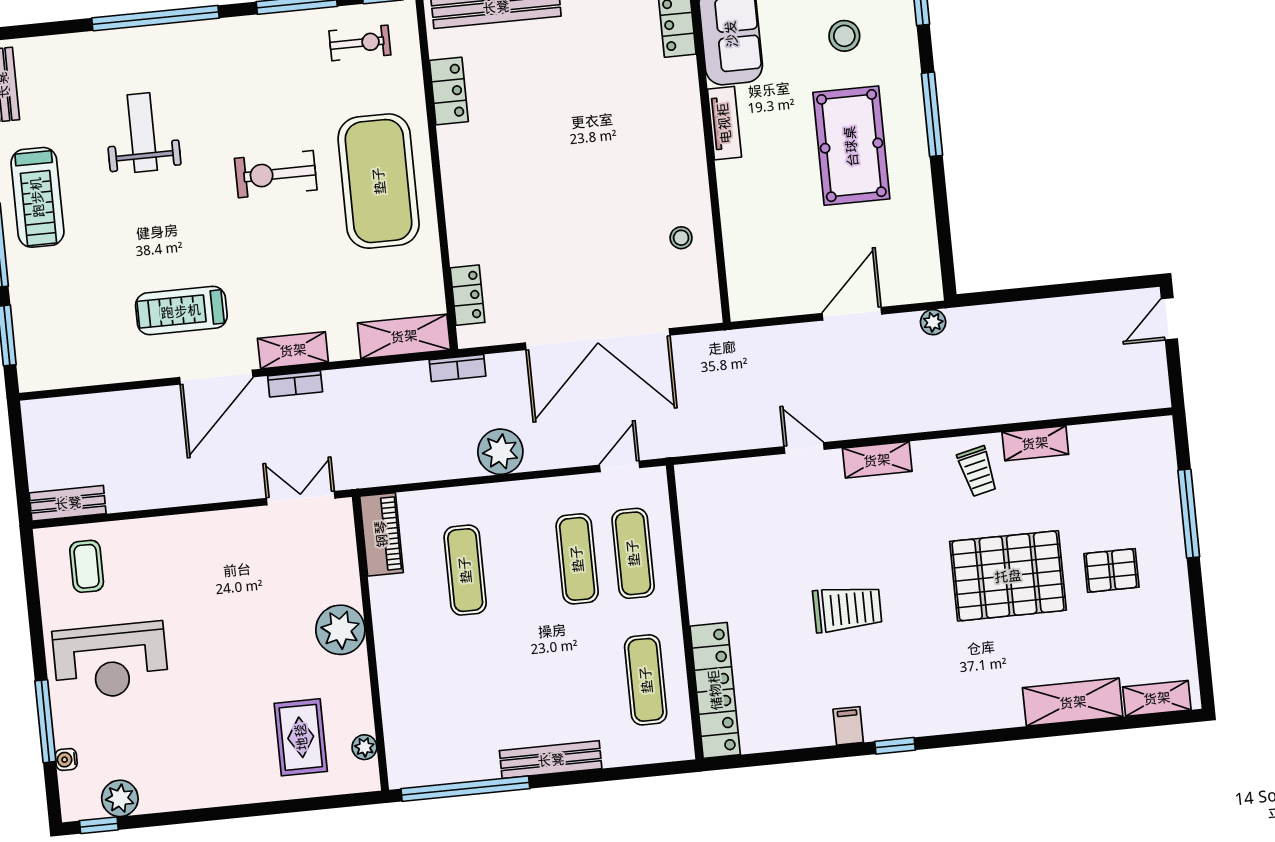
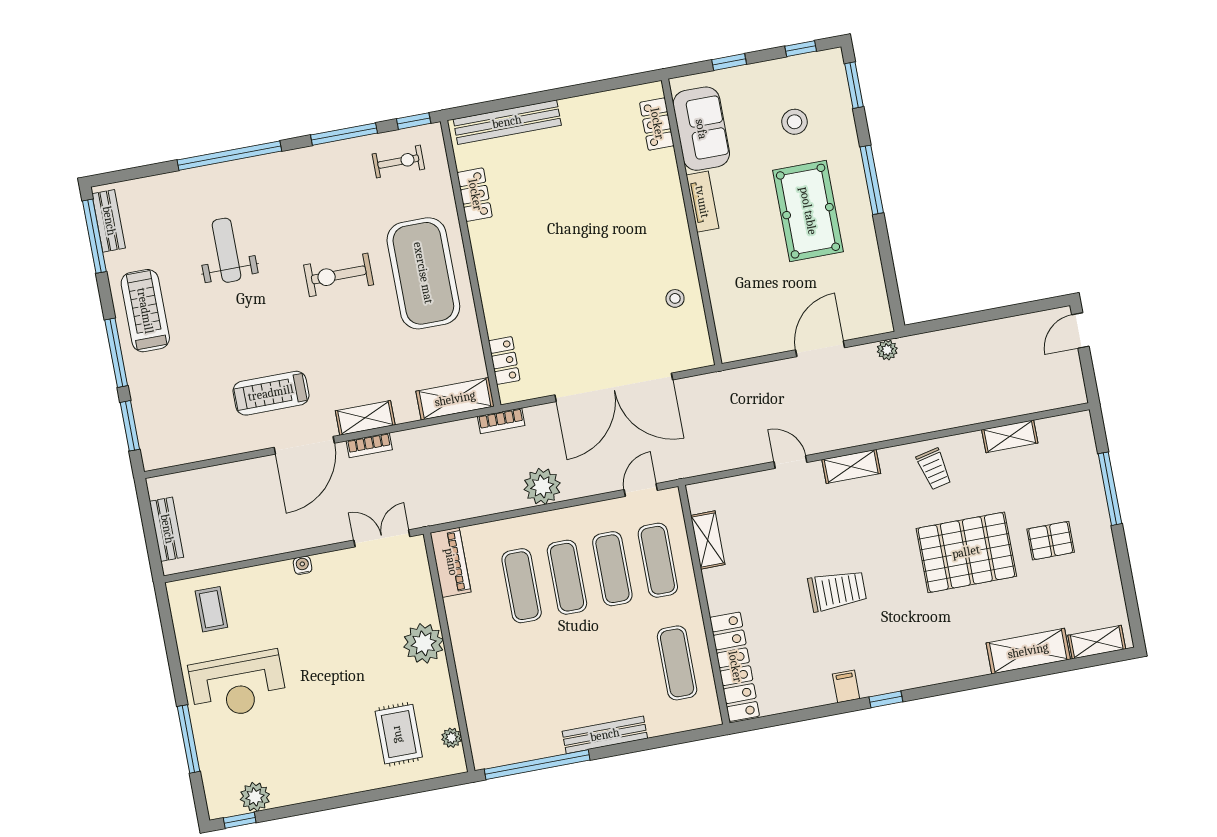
treadmill: (37, 197) -> (145, 311), turned 180
shelving: (1035, 443) -> (1010, 436), moved
bench: (68, 503) -> (167, 529), moved, turned 90
shelving: (696, 534) -> (708, 540), added
exercise mat: (521, 564) -> (567, 577), added
water cooler: (66, 759) -> (303, 565), moved, turned 90

